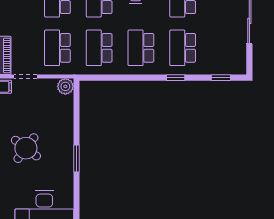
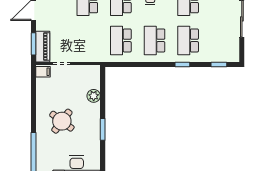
school desk: (57, 48) -> (87, 40), removed
plant: (65, 86) -> (94, 96), moved

